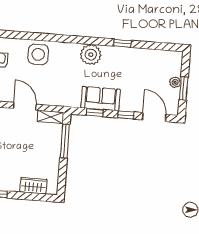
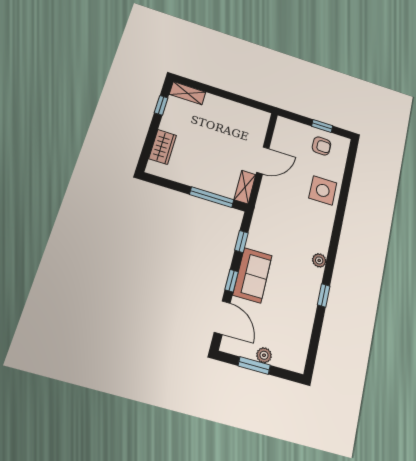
plant: (91, 55) -> (319, 260), width x0.53, depth x0.53
sofa: (101, 99) -> (252, 275), moved
door: (154, 117) -> (222, 318), hinge flipped

